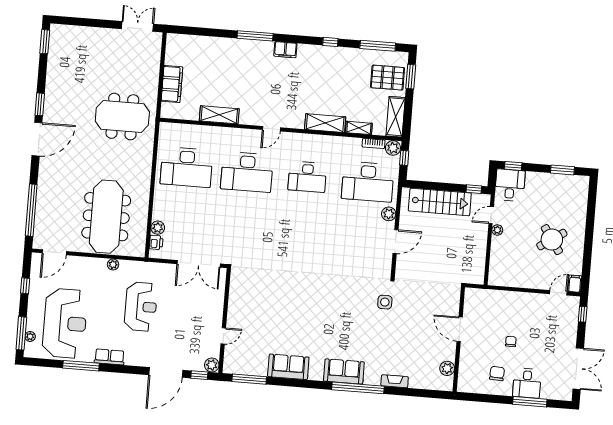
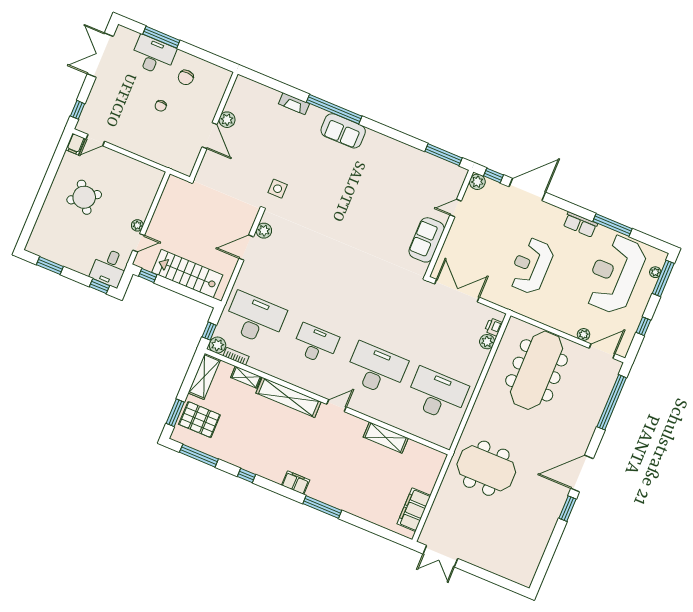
window: (45, 42) -> (541, 572), removed
filing cabinet: (172, 84) -> (414, 510), moved
shelving: (325, 123) -> (288, 397), width x1.47
plant: (389, 214) -> (264, 231), moved
plant: (113, 265) -> (584, 334), moved
sofa: (288, 367) -> (427, 240), moved, turned 90
plant: (447, 368) -> (227, 120), moved
desk: (527, 383) -> (153, 55), width x1.37

